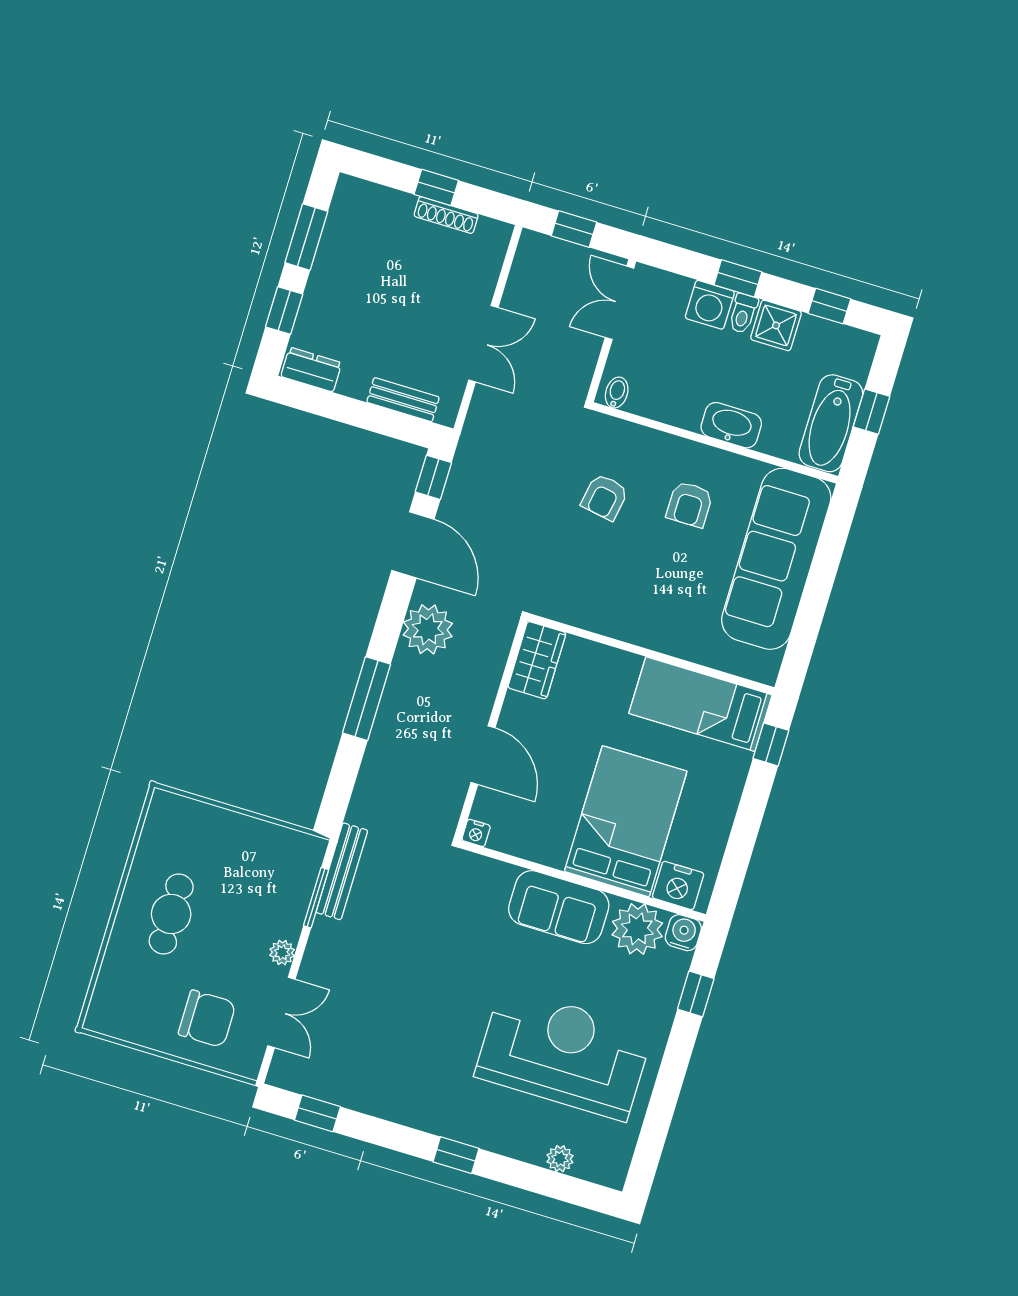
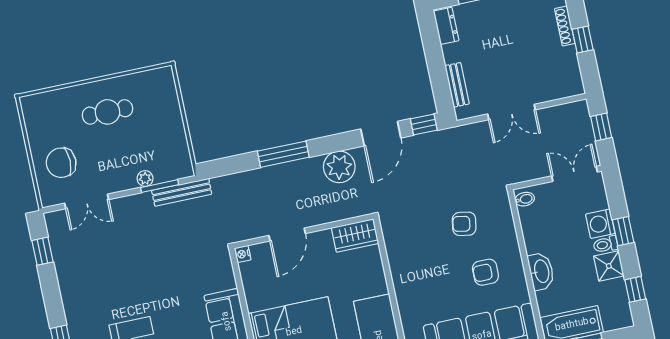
shoe rack: (446, 215) -> (565, 26), moved
plant: (282, 953) -> (145, 179), moved
chair: (207, 1019) -> (61, 163), turned 90

